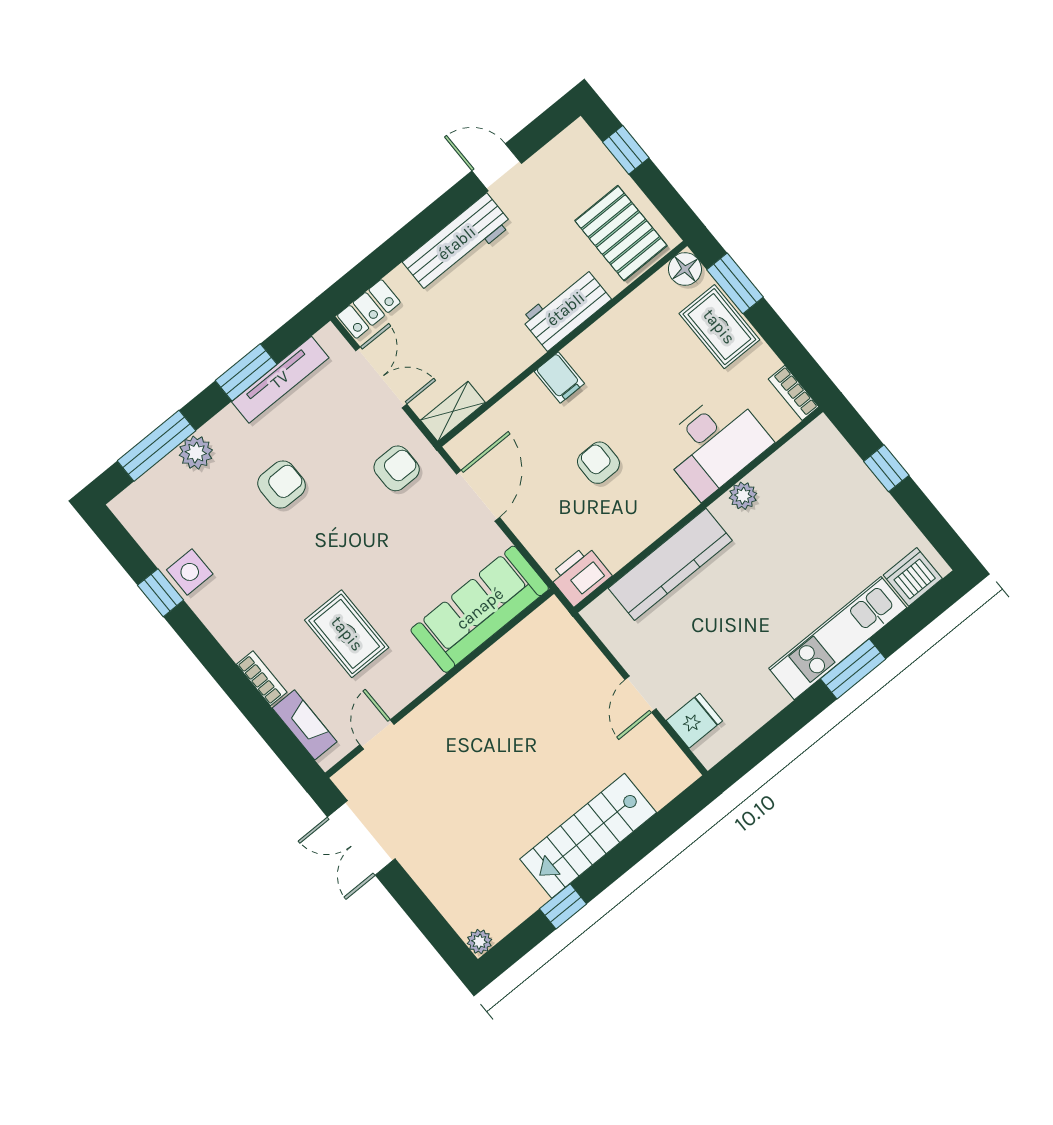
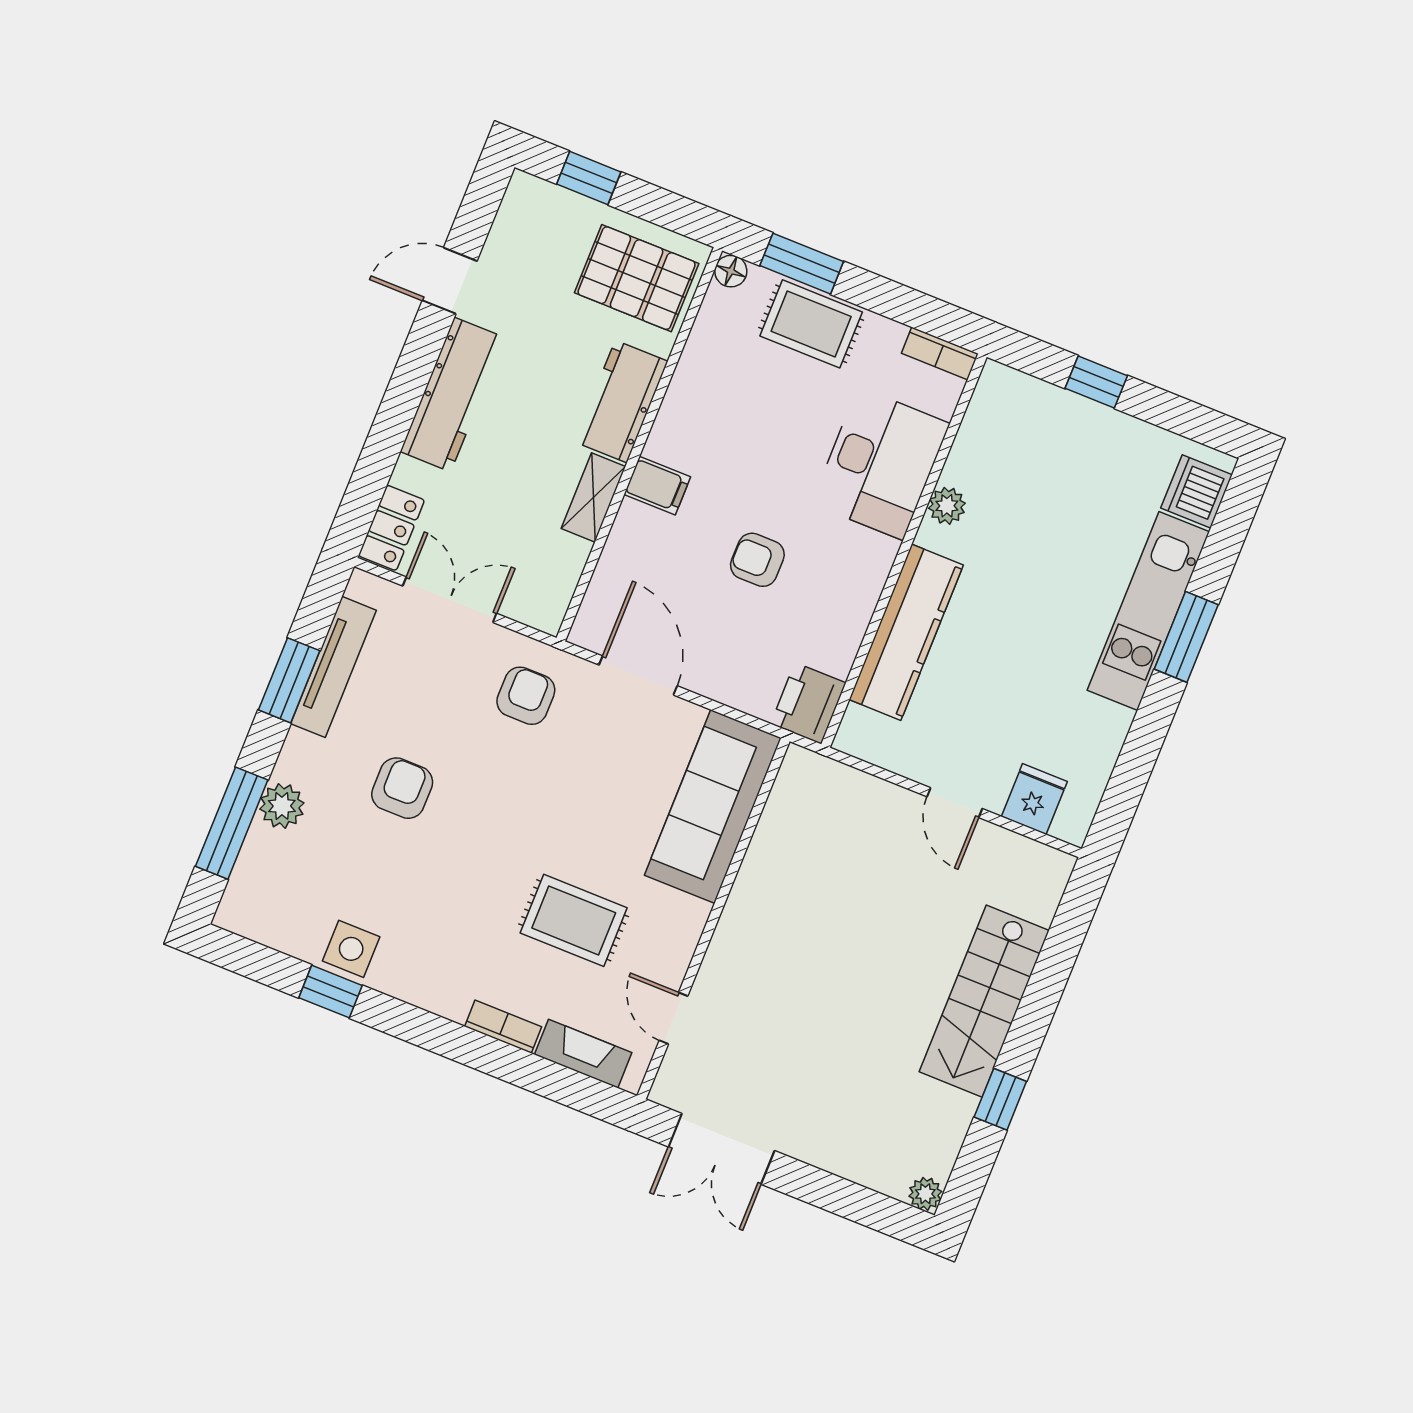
floor lamp: (685, 269) -> (731, 271), width x0.73, depth x0.73
shelving: (453, 411) -> (593, 498), moved

